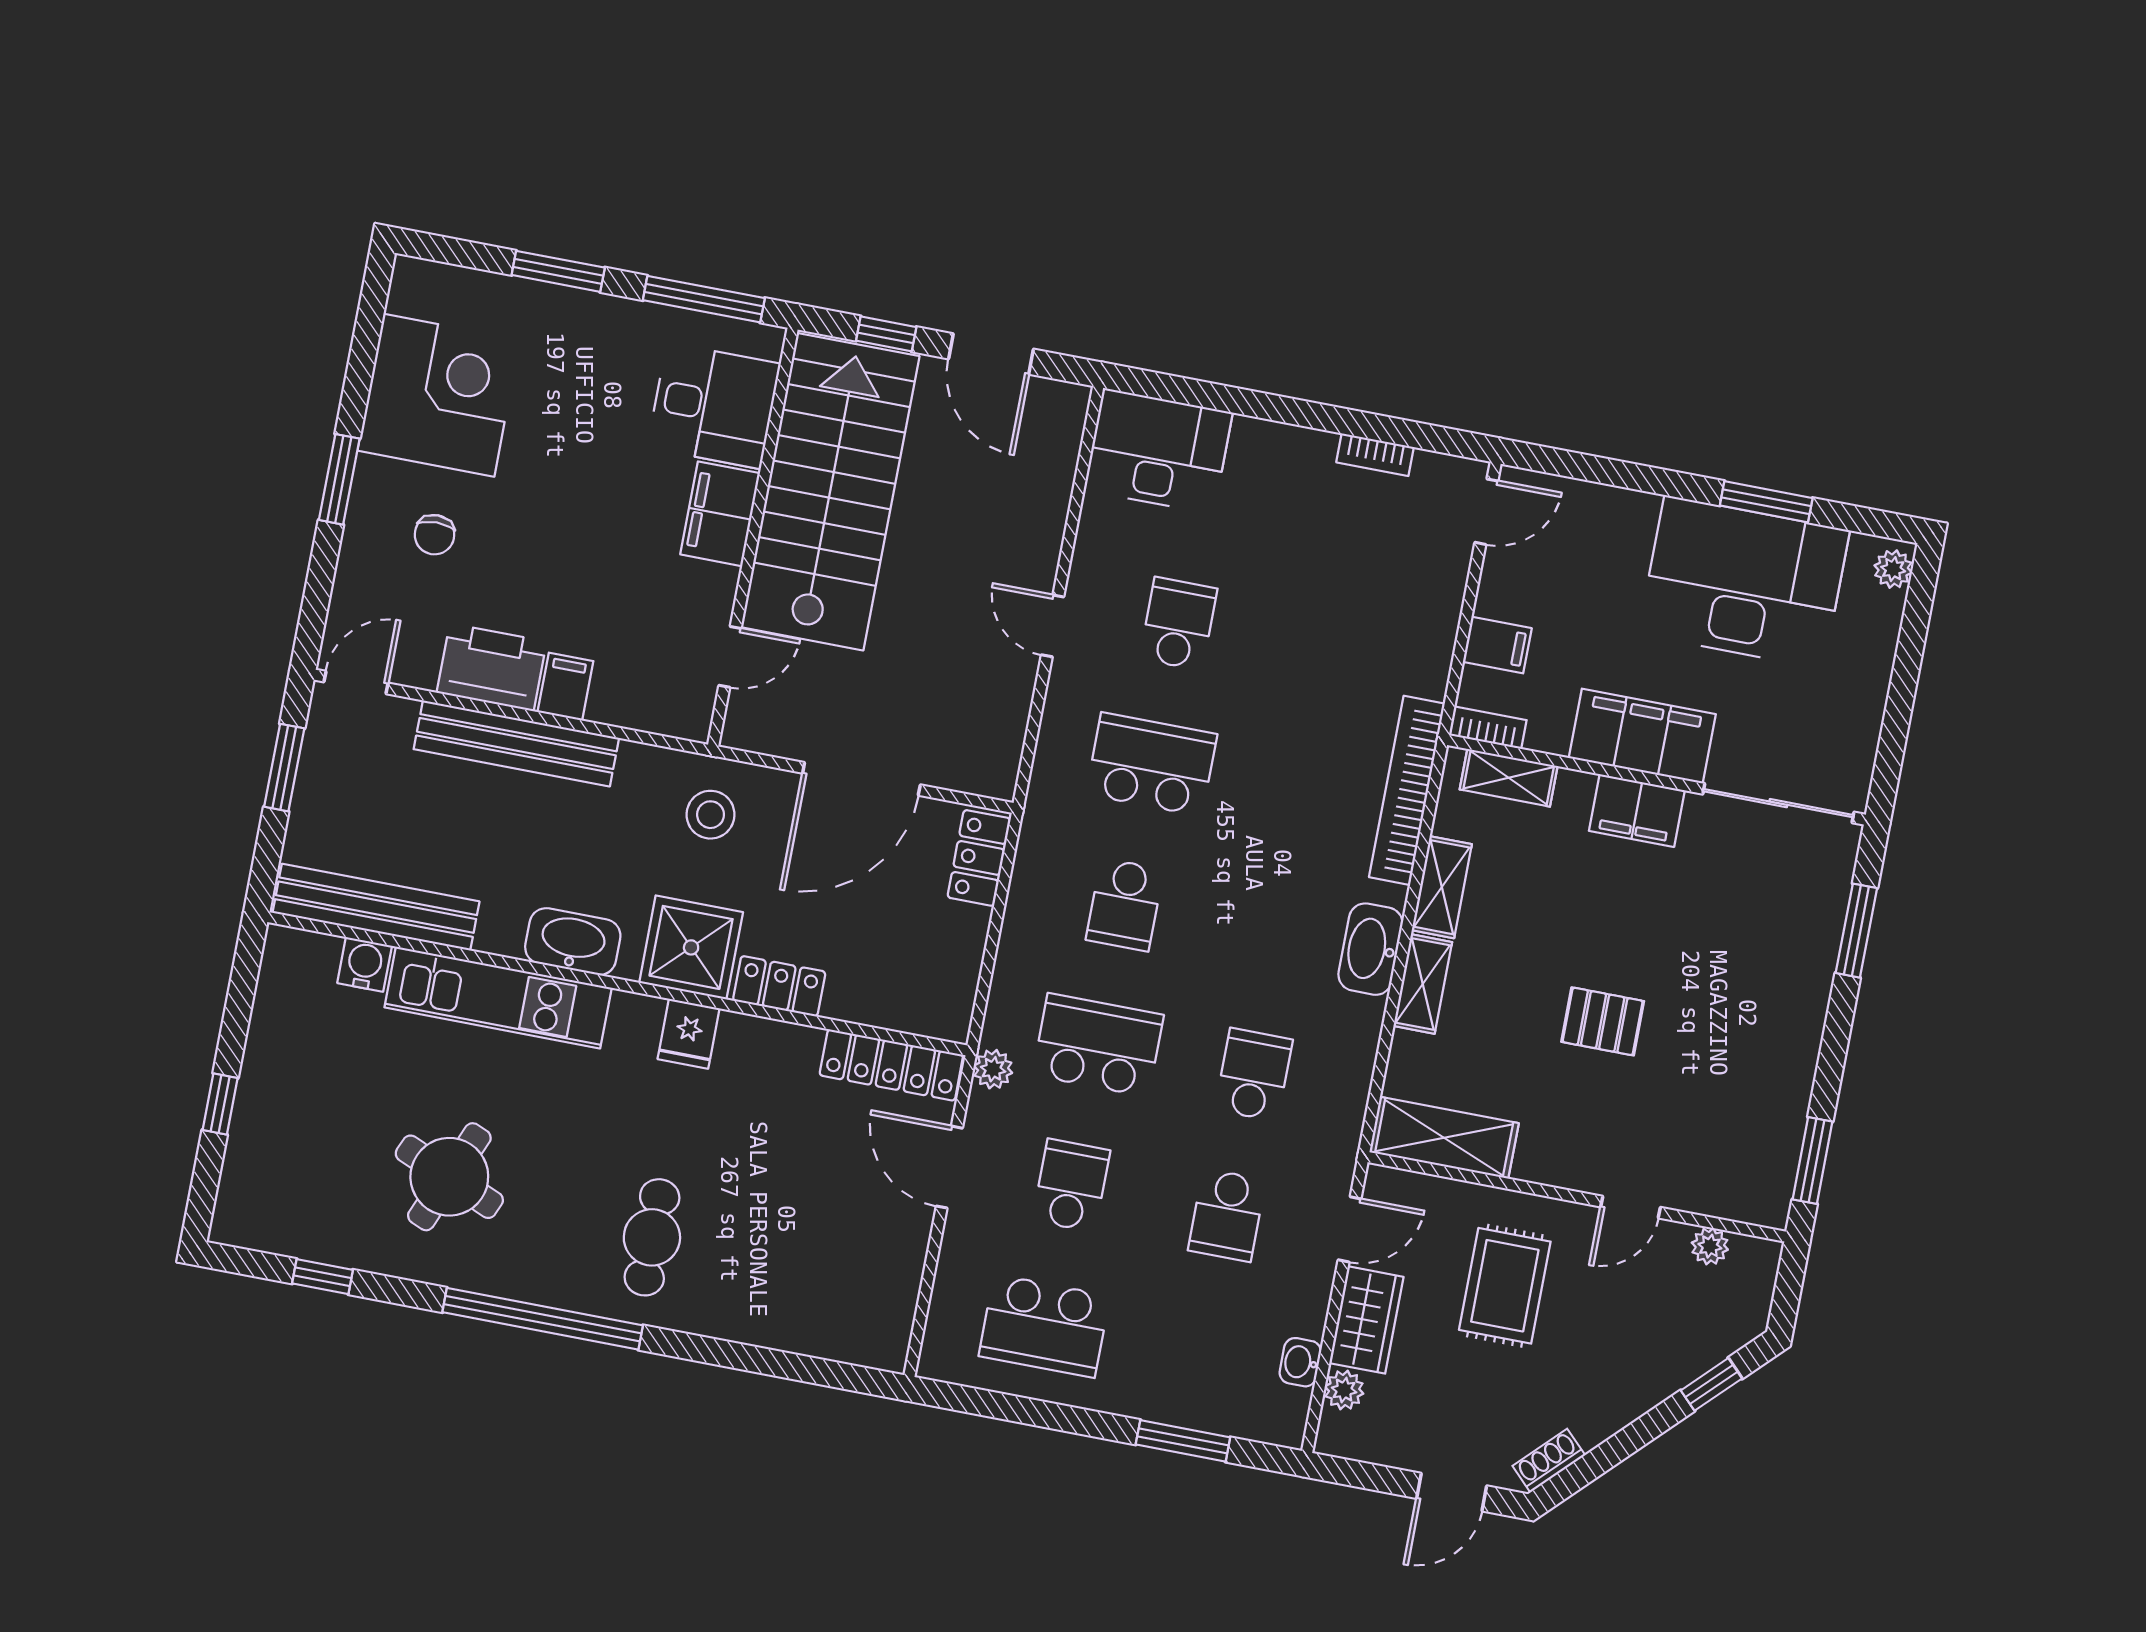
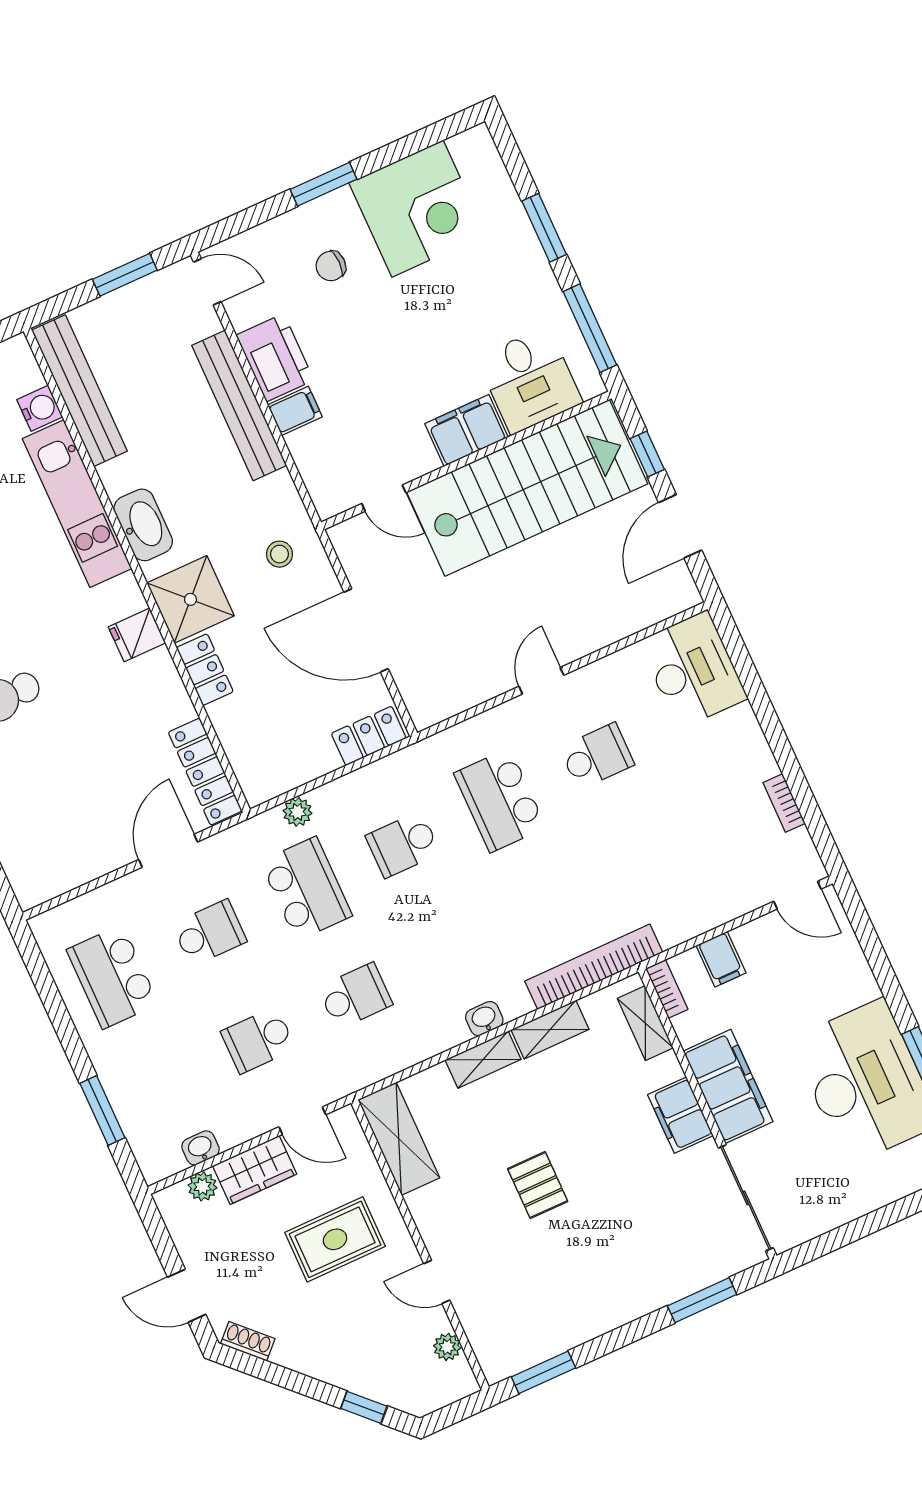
school desk: (1152, 764) -> (500, 800), turned 180
stool: (711, 815) -> (280, 554), width x0.73, depth x0.73
washbasin: (1371, 949) -> (484, 1019), width x0.52, depth x0.69
plant: (993, 1069) -> (298, 812), moved

